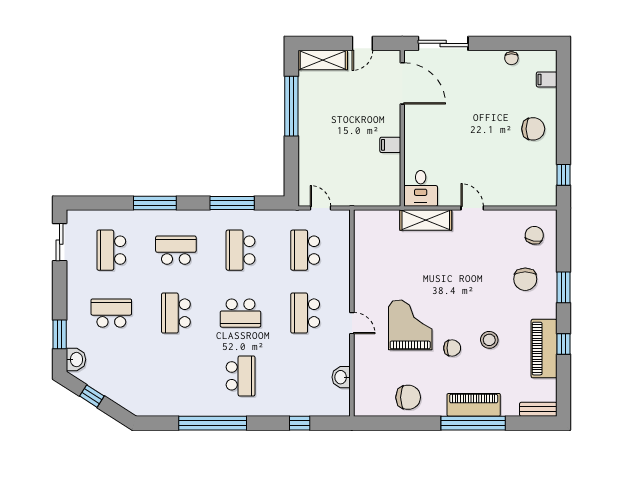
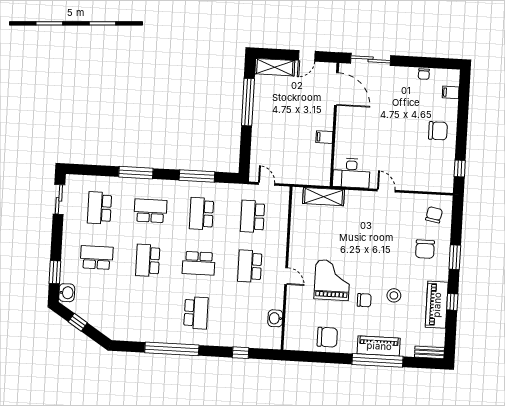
desk: (421, 188) -> (351, 173), width x1.37
shelving: (426, 220) -> (324, 197), moved

